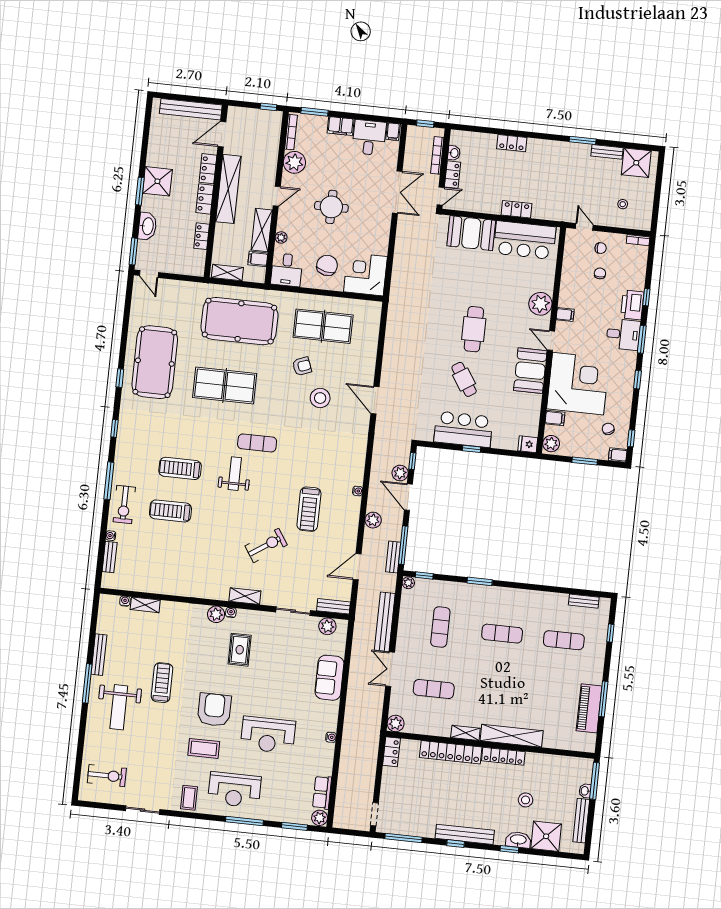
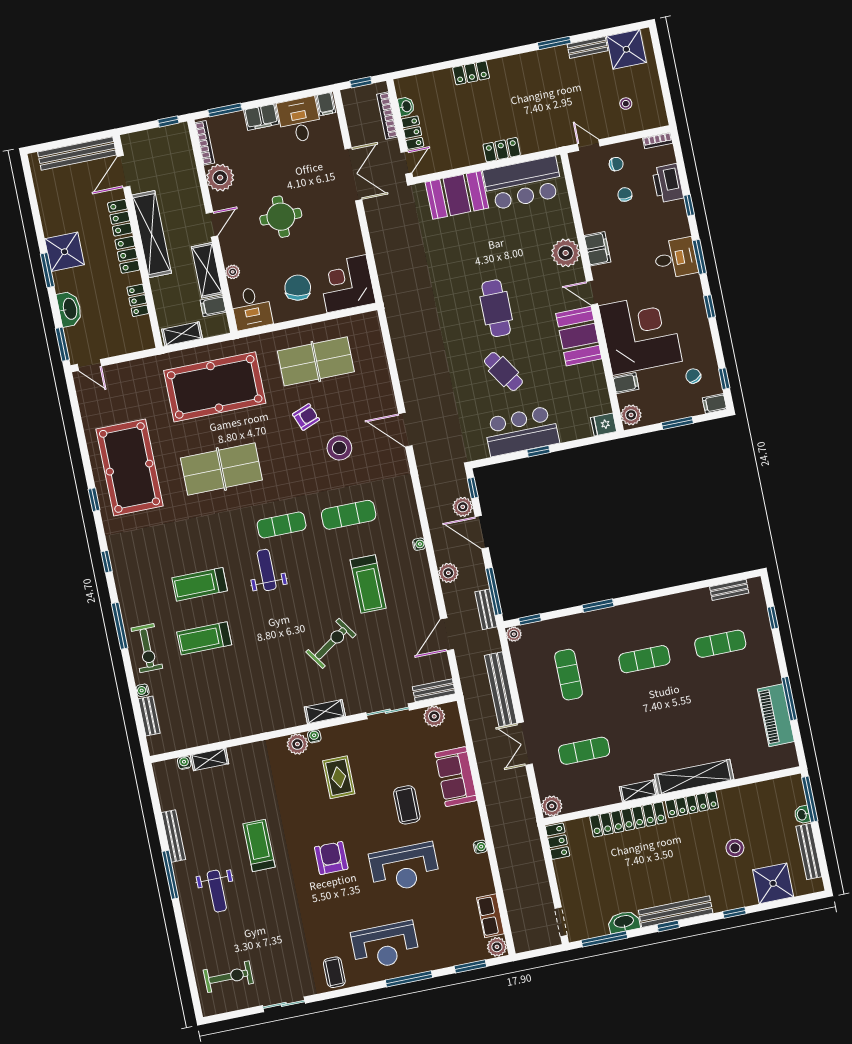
printer: (632, 305) -> (668, 183), moved
filing cabinet: (565, 315) -> (597, 249), width x2.00
exercise mat: (311, 451) -> (349, 515), added
weight bench: (119, 707) -> (217, 891), width x0.73, depth x0.75
armchair: (214, 710) -> (331, 858), width x0.73, depth x0.73
coffee table: (204, 748) -> (407, 805), moved, turned 90
washbasin: (518, 840) -> (624, 922), moved

